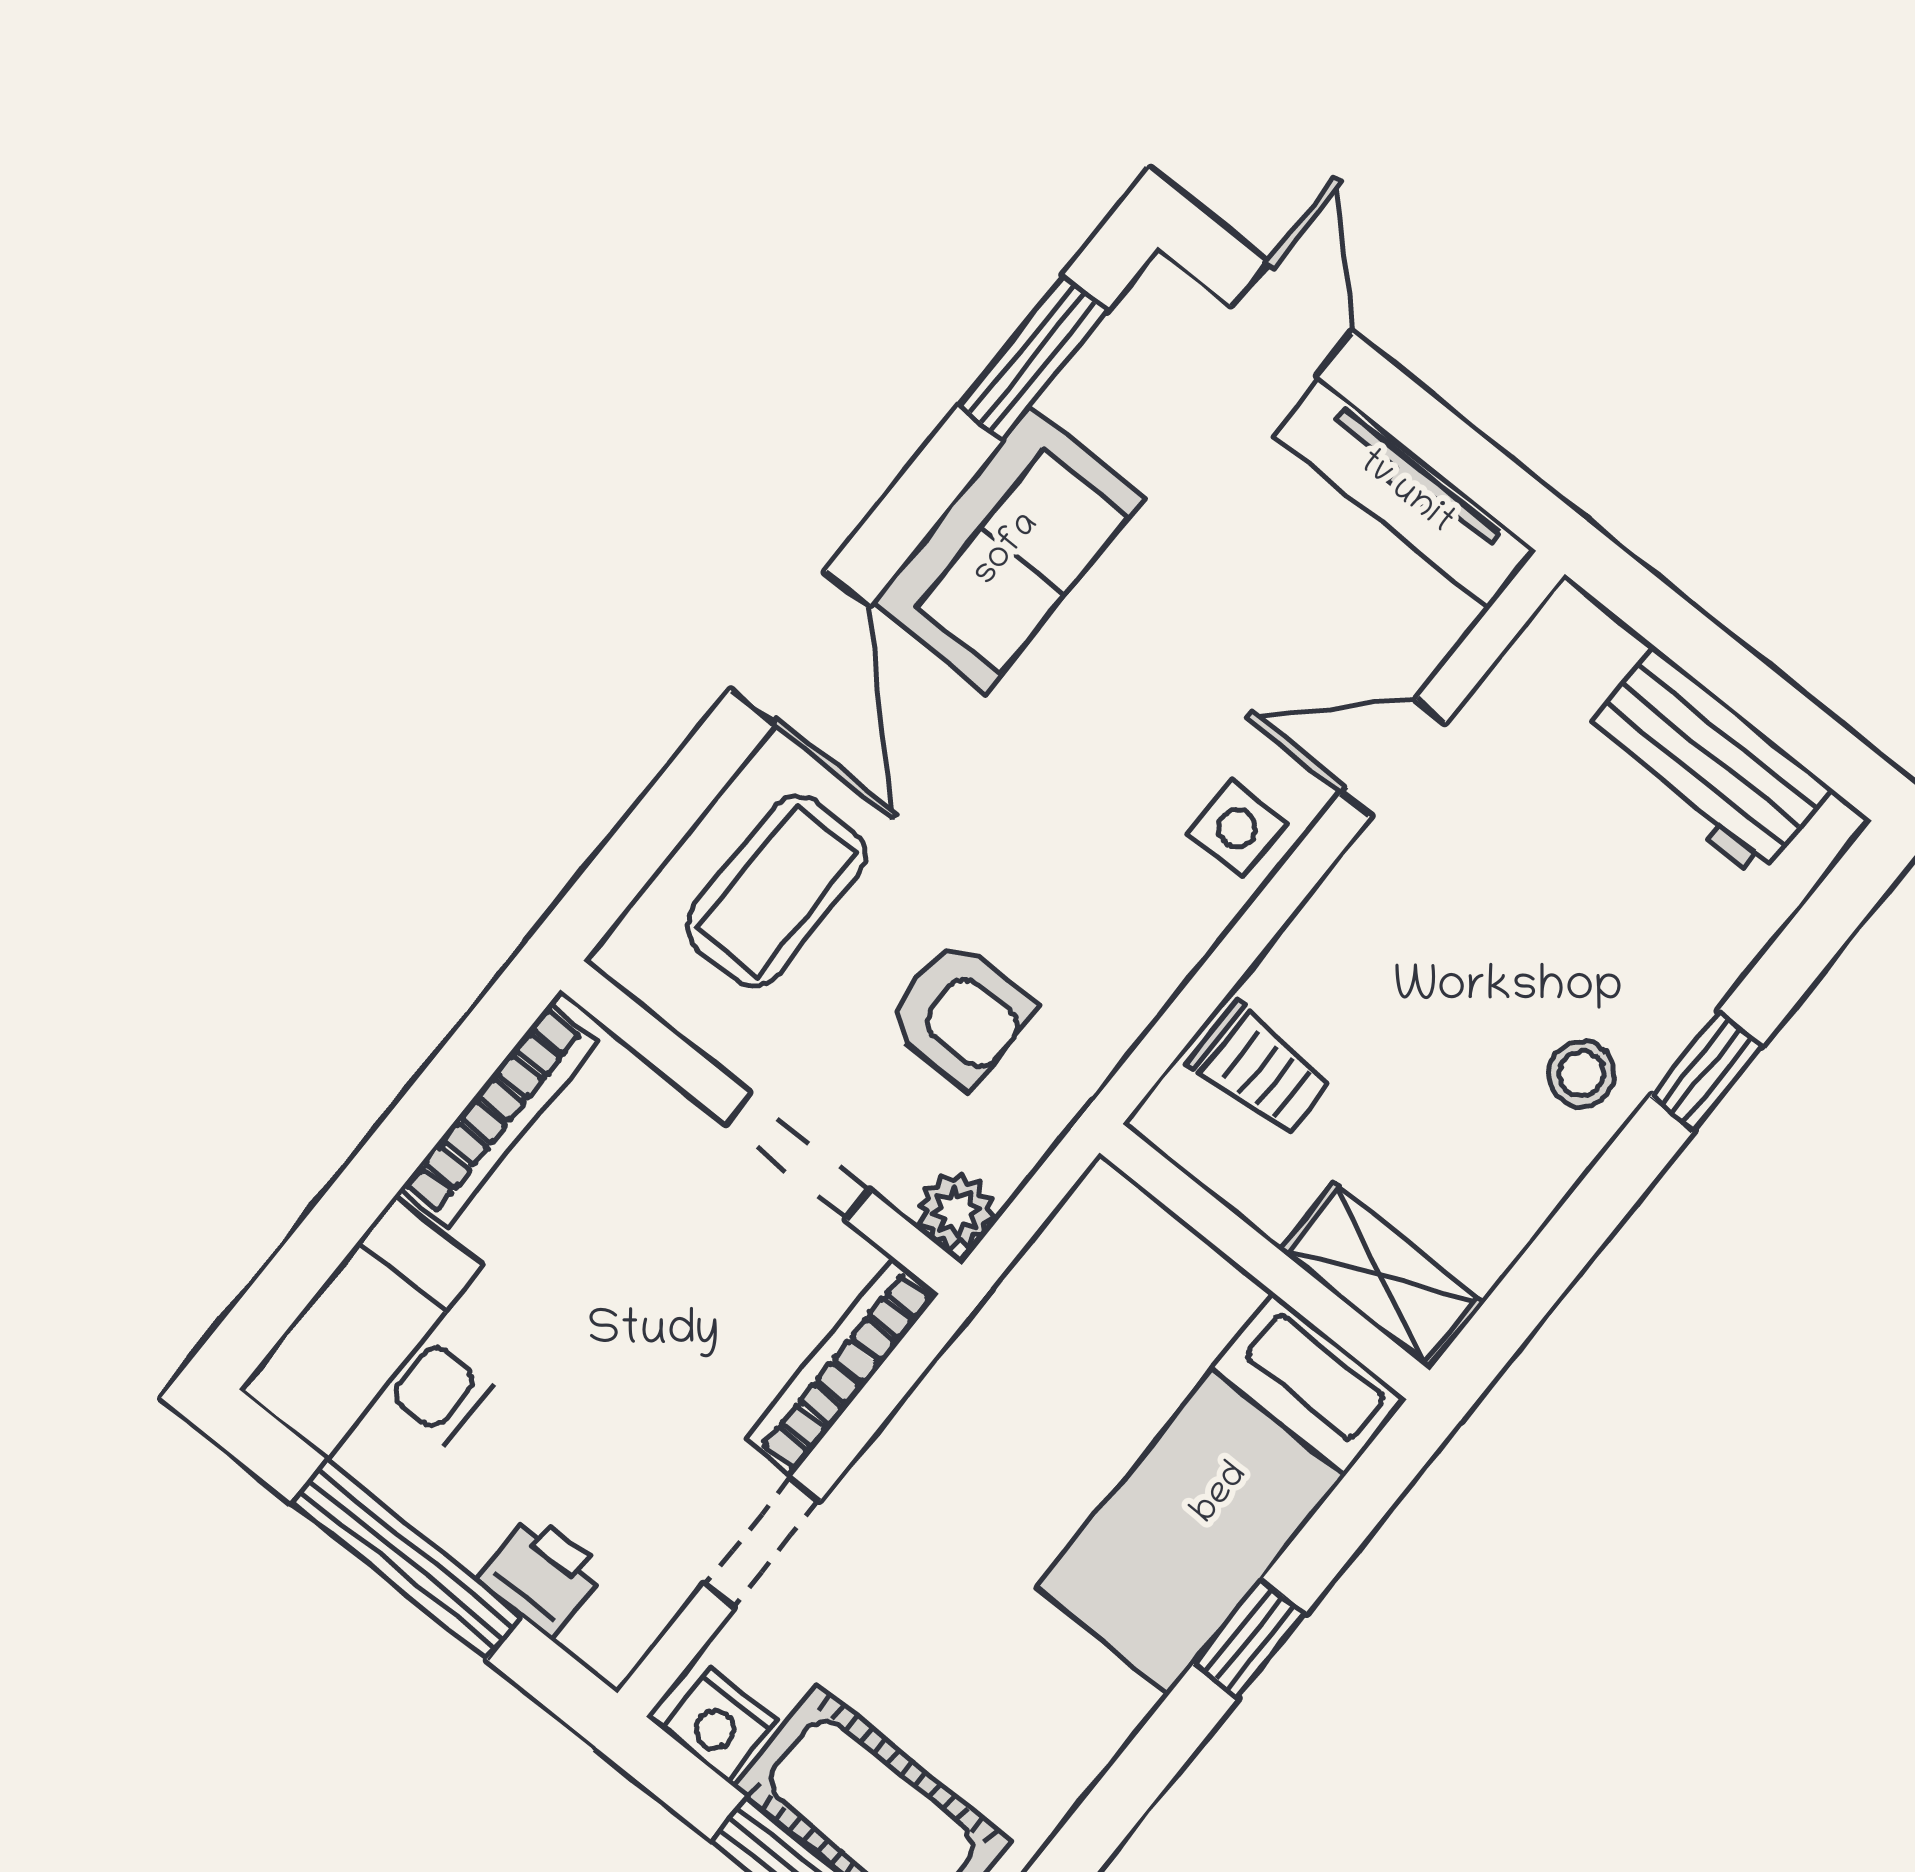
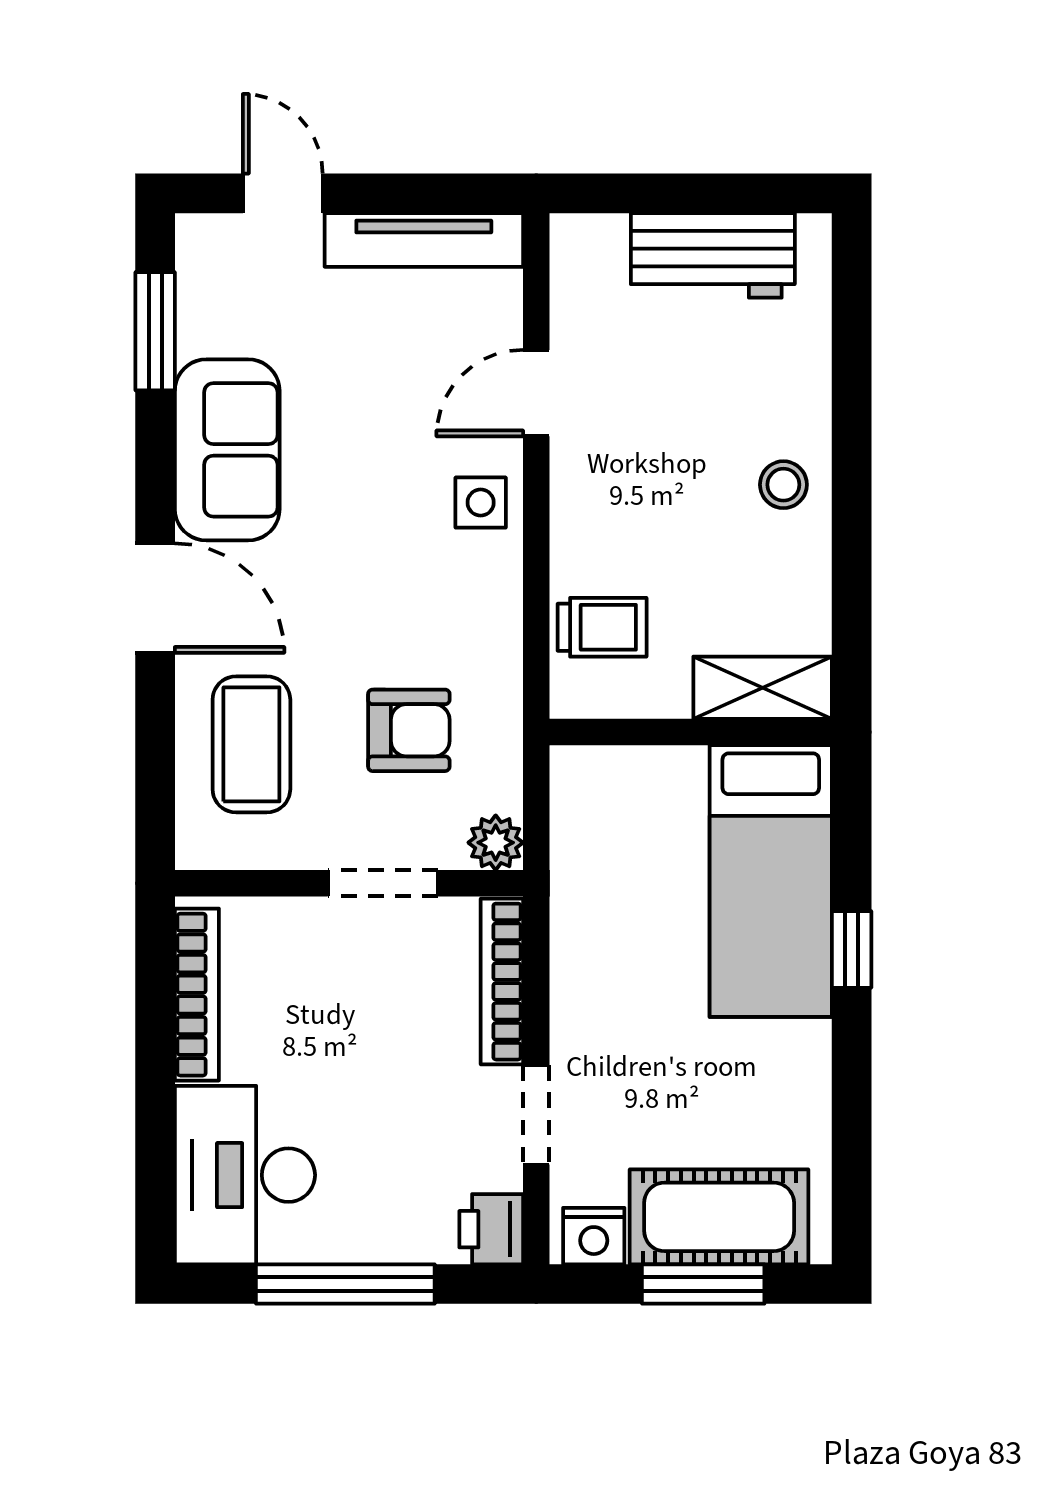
window: (1706, 1071) -> (852, 427), removed
printer: (542, 1576) -> (491, 1229), moved, turned -90

